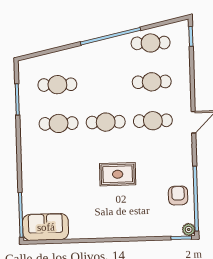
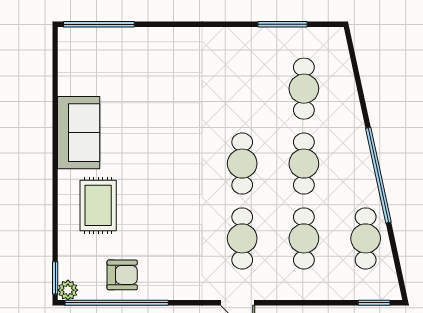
cafe table: (59, 123) -> (304, 164), moved
rug: (118, 174) -> (98, 205), moved
sofa: (46, 227) -> (79, 133), moved

